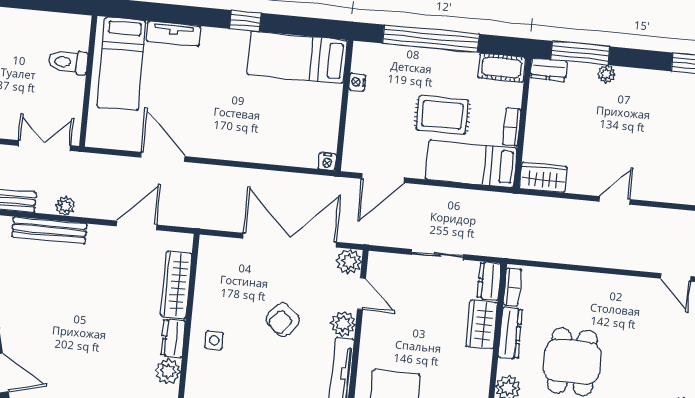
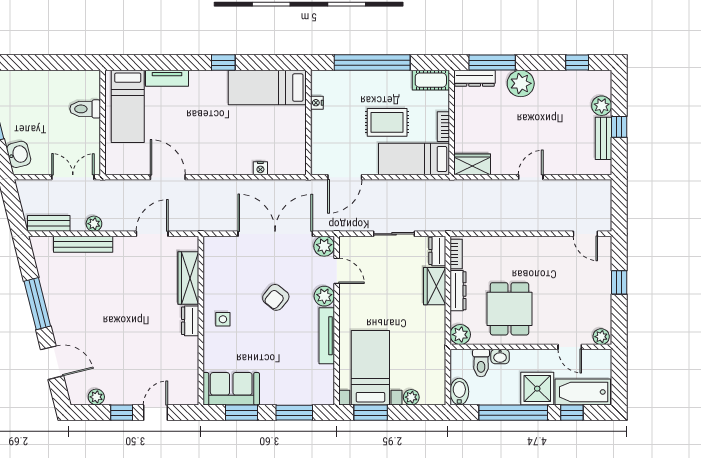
dresser: (549, 70) -> (475, 78), width x1.44
plant: (606, 74) -> (521, 83), width x1.88, depth x1.88
nightstand: (327, 162) -> (260, 168), moved
plant: (168, 371) -> (188, 347), removed

